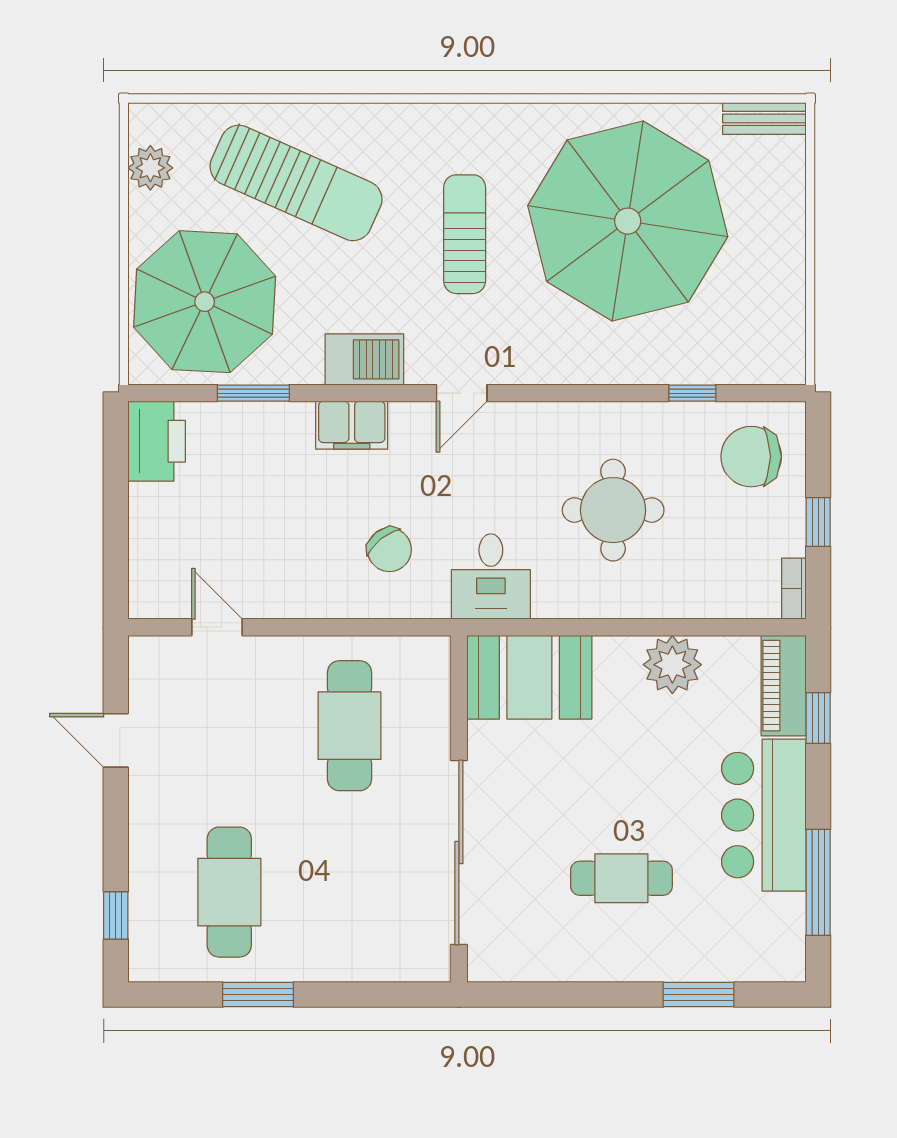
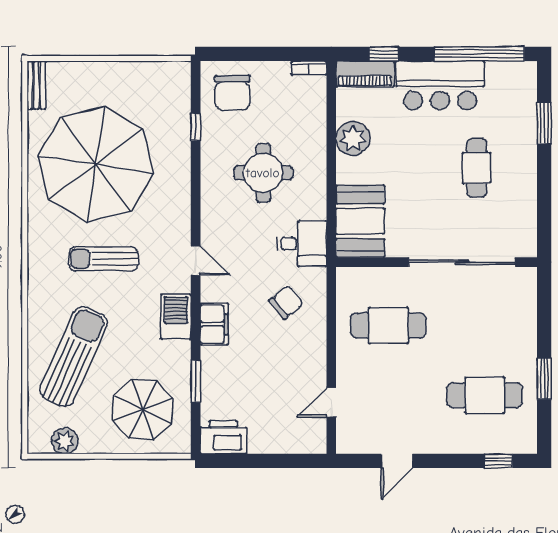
parasol: (205, 302) -> (143, 410), width x0.73, depth x0.73
window: (818, 522) -> (270, 54), removed
window: (818, 882) -> (479, 54), width x1.46

